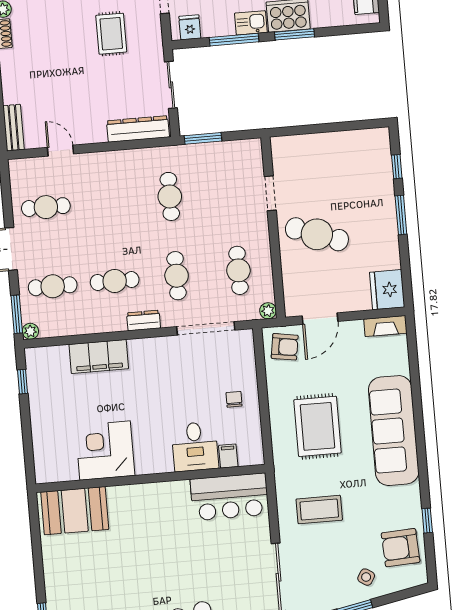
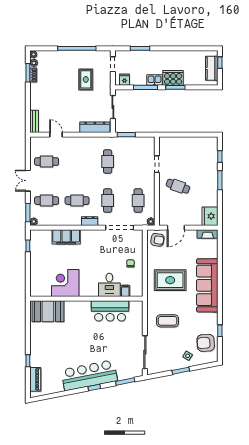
cafe table: (317, 234) -> (178, 186), width x0.73, depth x0.74
rug: (317, 426) -> (170, 280), turned 90
bar counter: (230, 497) -> (110, 311), moved

